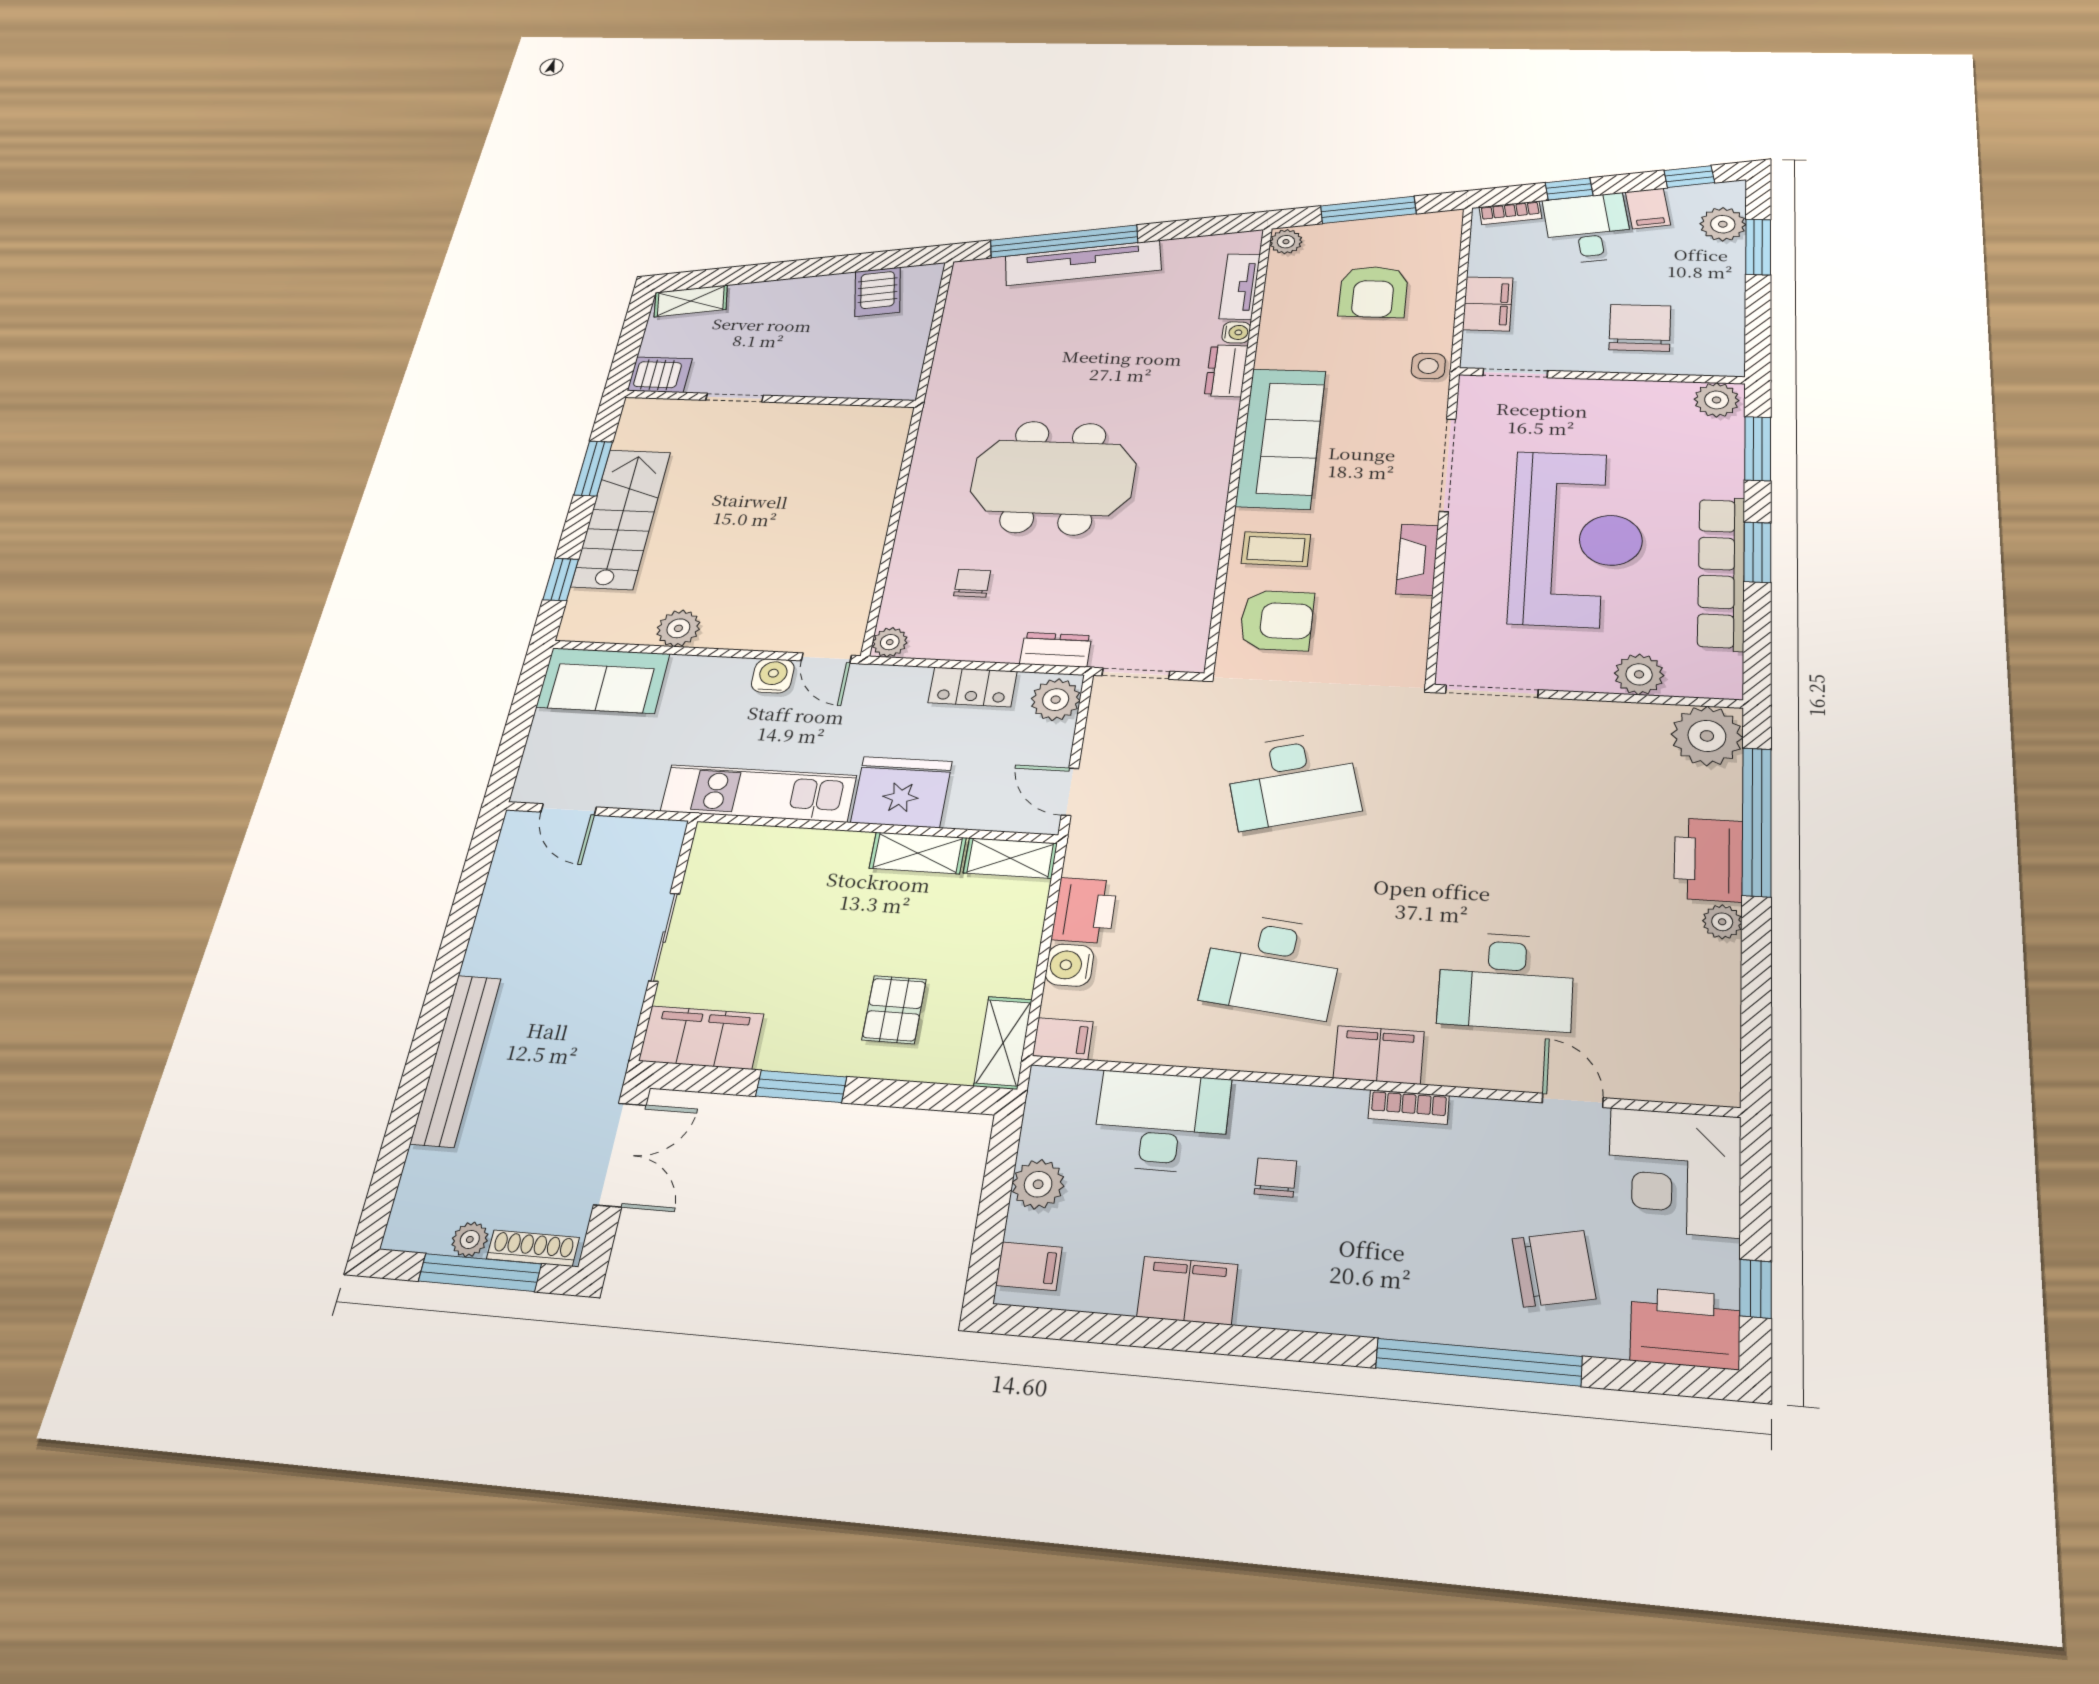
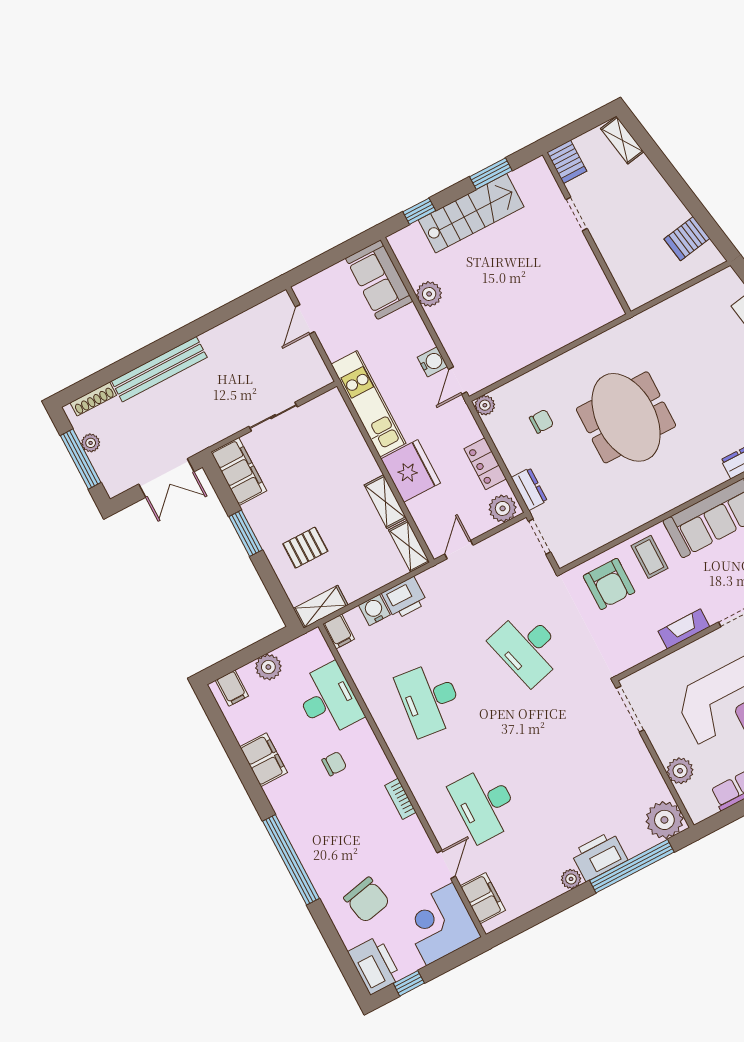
filing cabinet: (1379, 1055) -> (483, 898), moved
shoe rack: (533, 1248) -> (93, 399), moved, turned 90
window: (1479, 1362) -> (291, 860), moved

